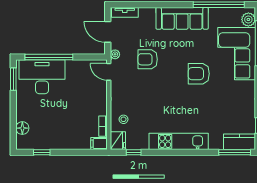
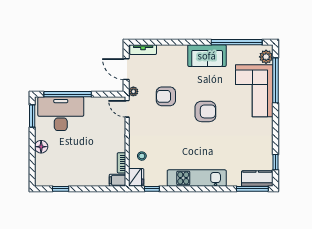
sofa: (182, 18) -> (207, 56), width x0.73
armchair: (199, 74) -> (205, 111), moved, turned 180
floor lamp: (22, 128) -> (41, 147), moved

